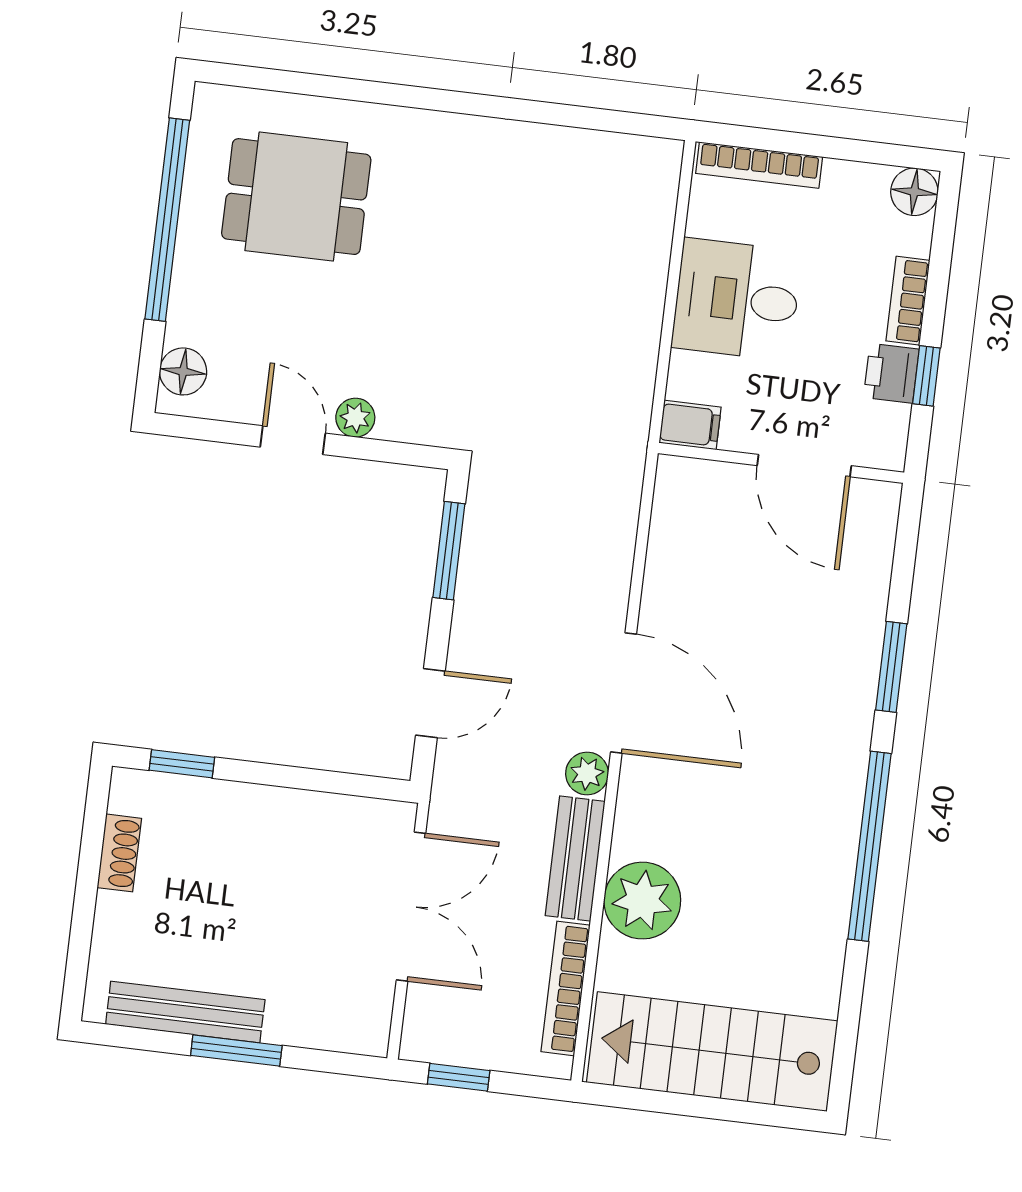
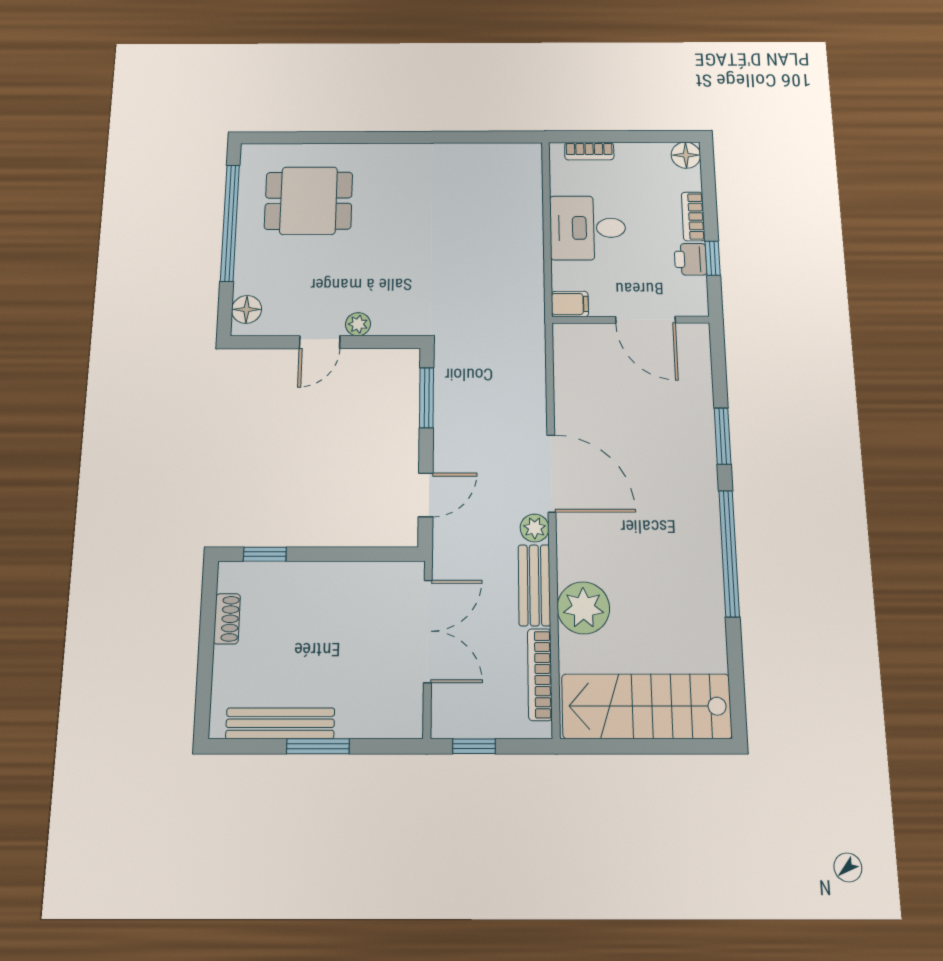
bookcase: (759, 165) -> (589, 151), width x0.64
door: (293, 440) -> (320, 342), swing flipped

